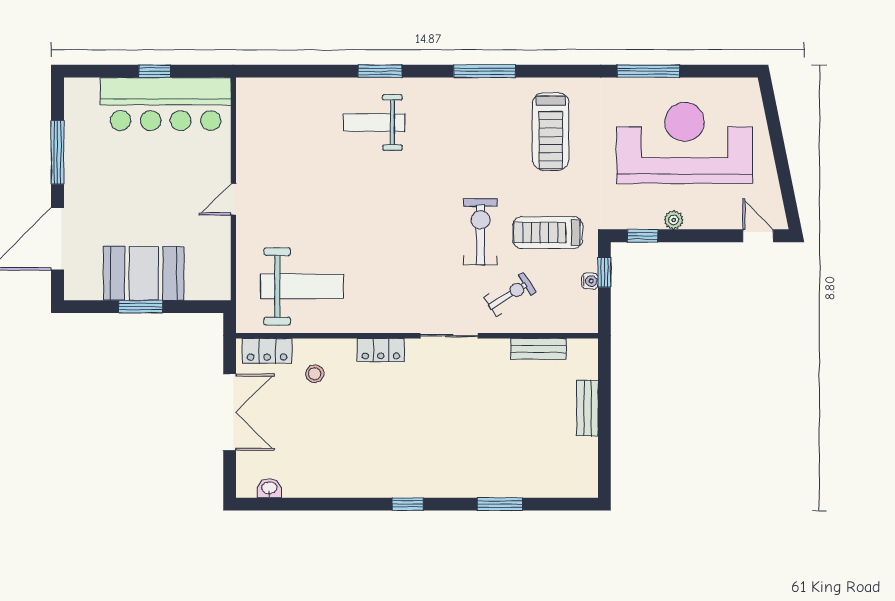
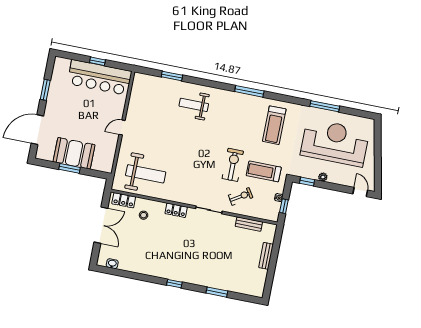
window: (380, 71) -> (172, 76), moved
window: (57, 152) -> (45, 90), width x0.69
window: (604, 272) -> (284, 206), moved

